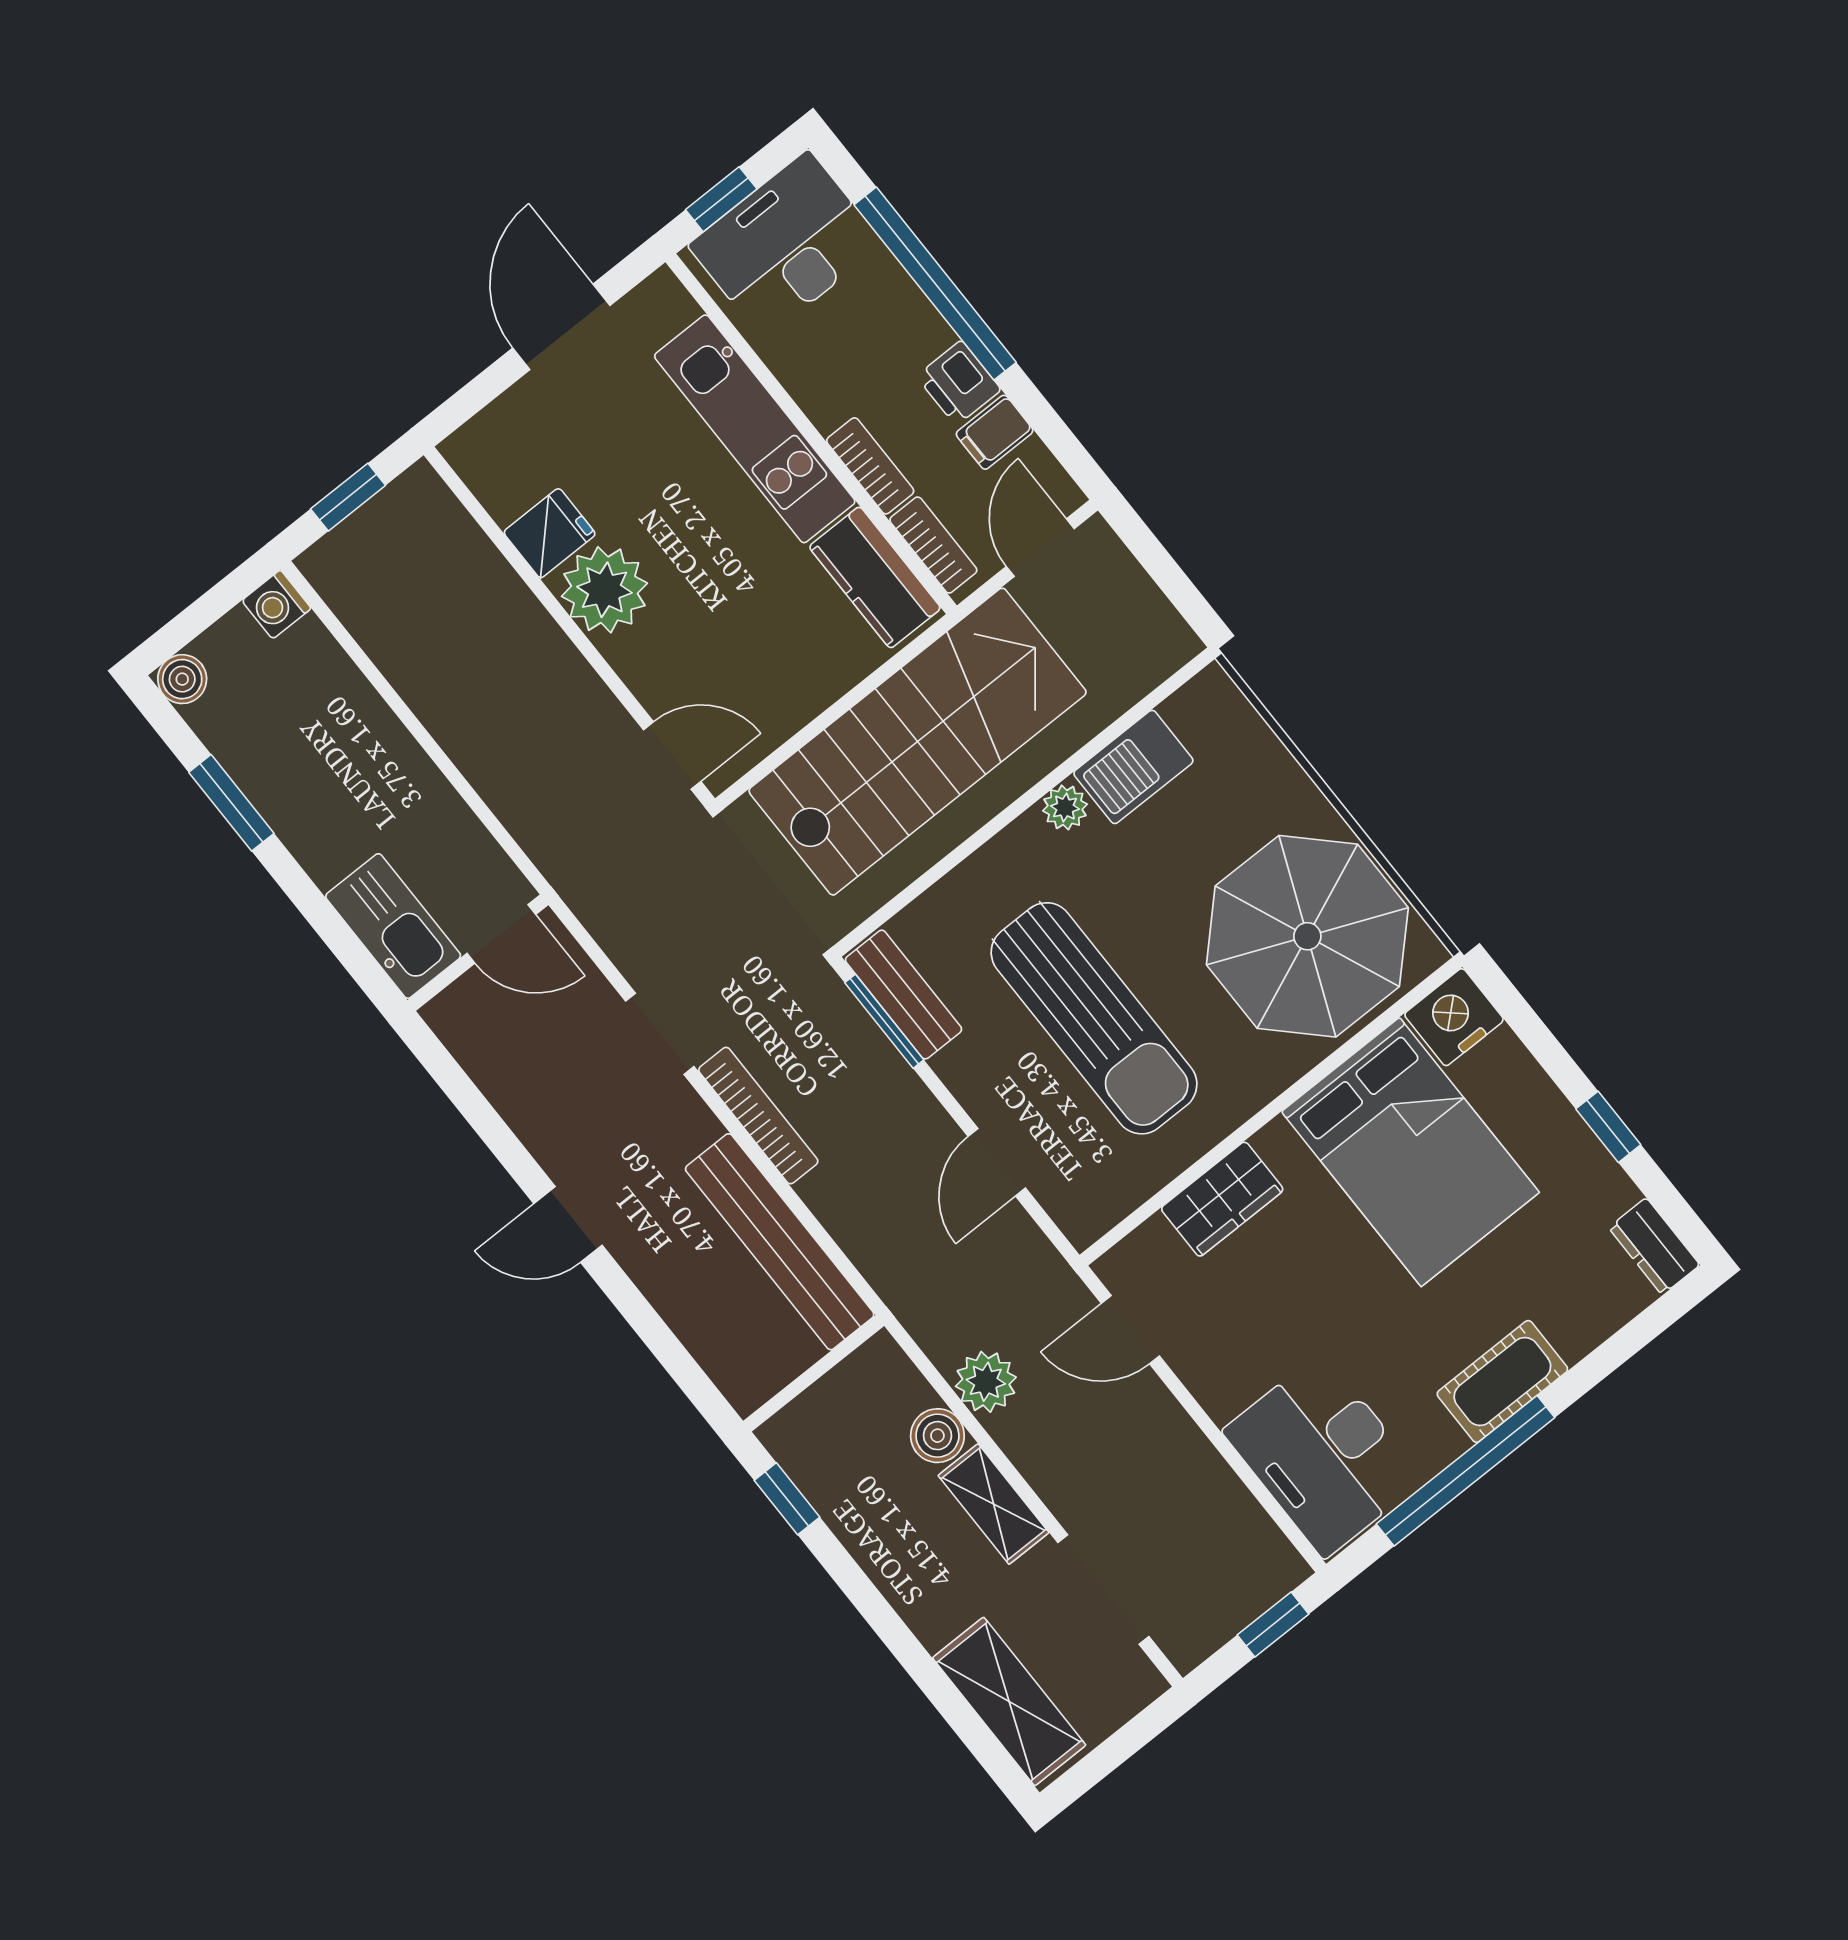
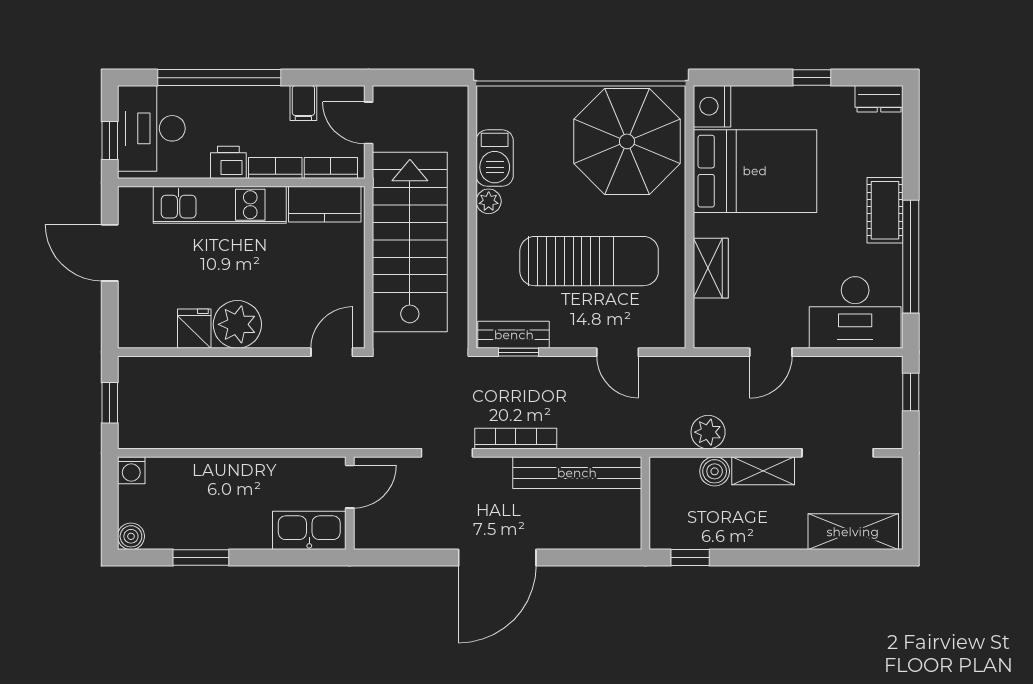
printer: (959, 383) -> (228, 162), moved, turned 180
window: (884, 1021) -> (518, 352), width x0.67
door: (568, 1224) -> (497, 558), width x1.87
door: (1130, 1330) -> (771, 352), moved

